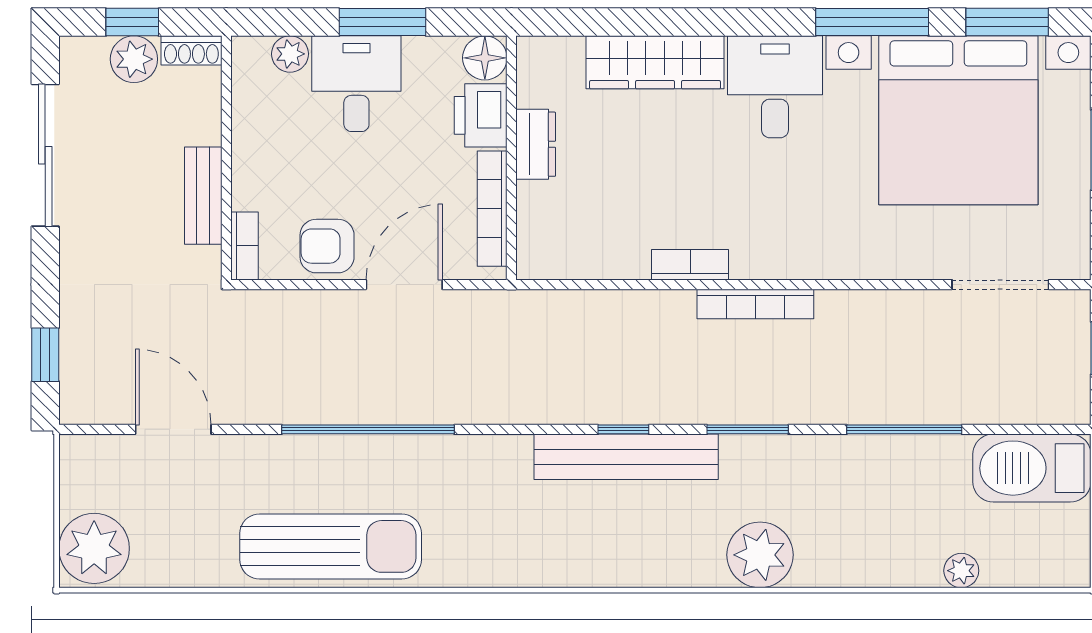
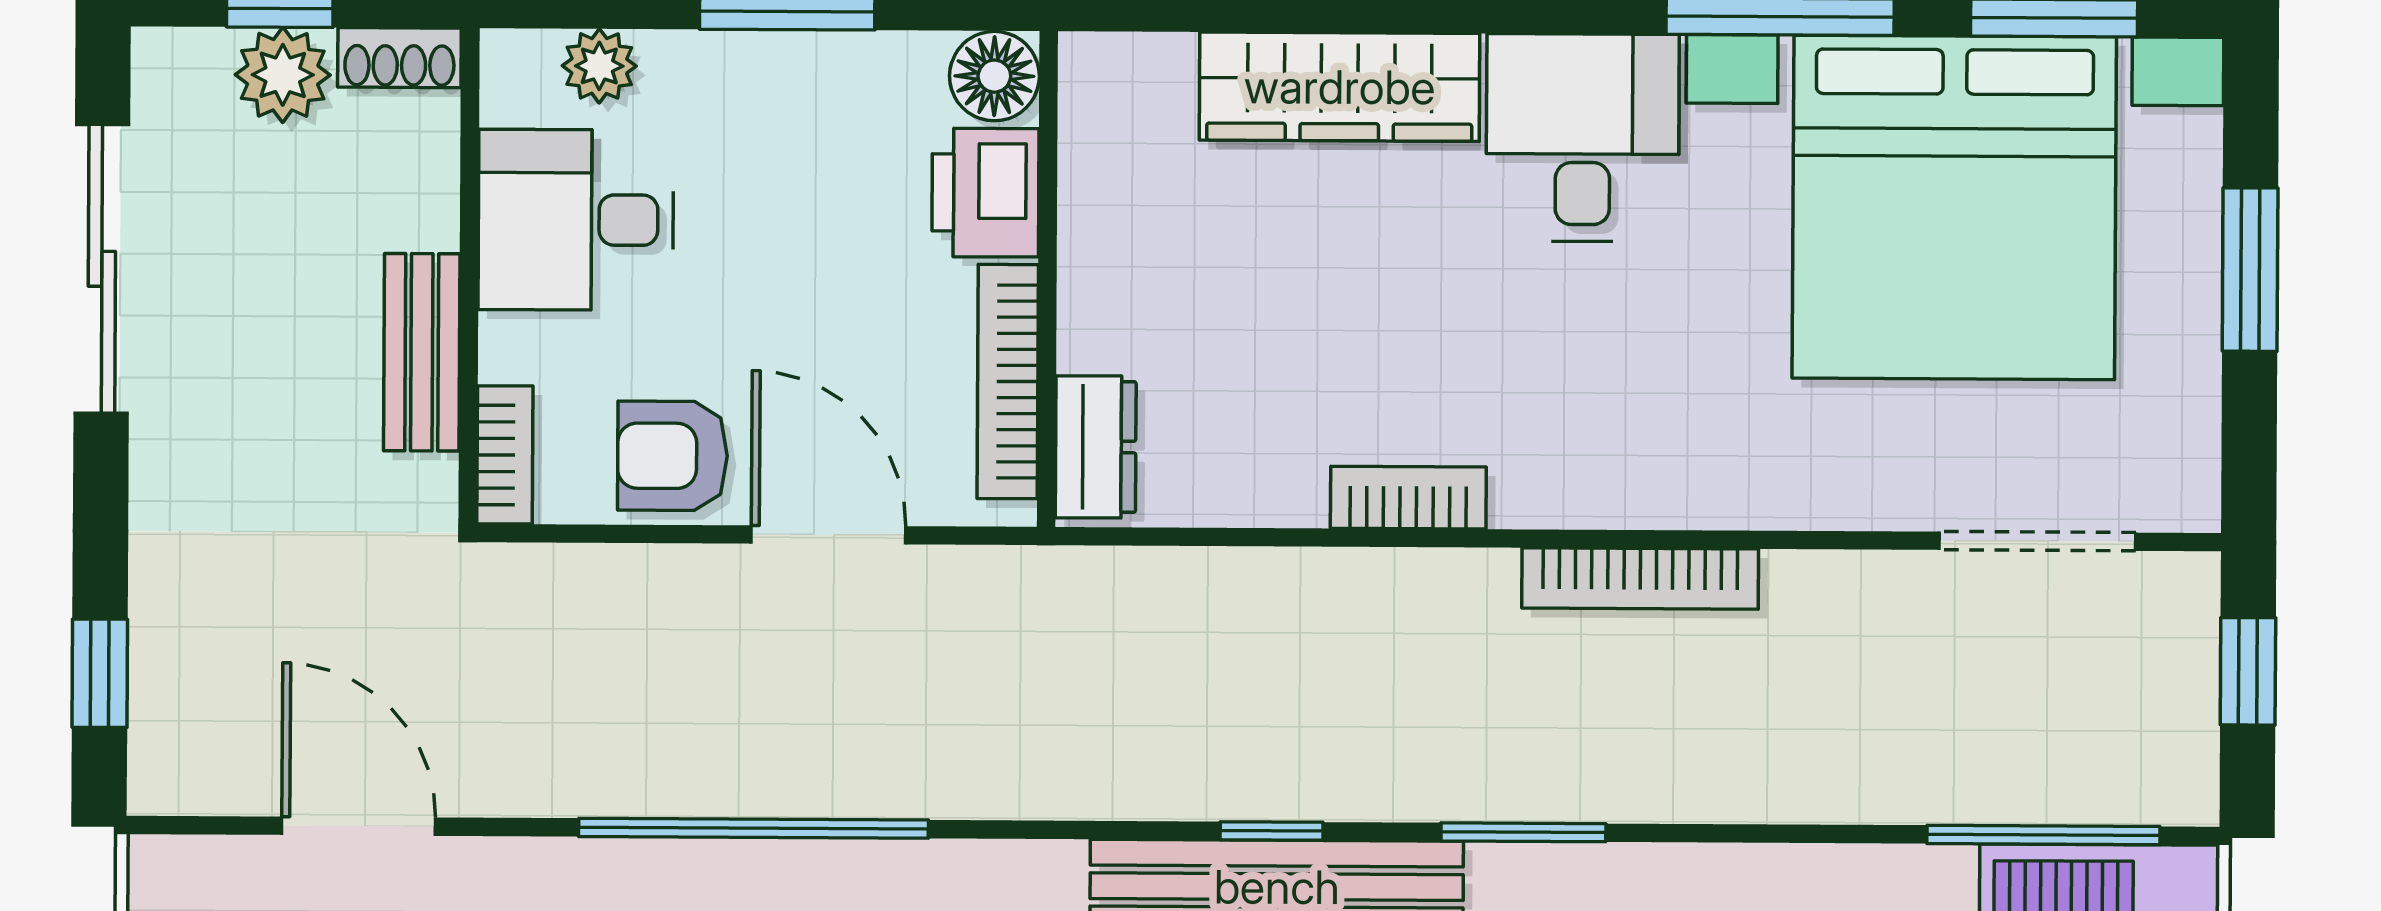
desk: (356, 84) -> (576, 220), moved, turned -90
dresser: (536, 144) -> (1096, 447), moved
door: (404, 285) -> (828, 535), hinge flipped
bookcase: (755, 304) -> (1640, 579), moved
window: (904, 429) -> (2043, 835), moved

